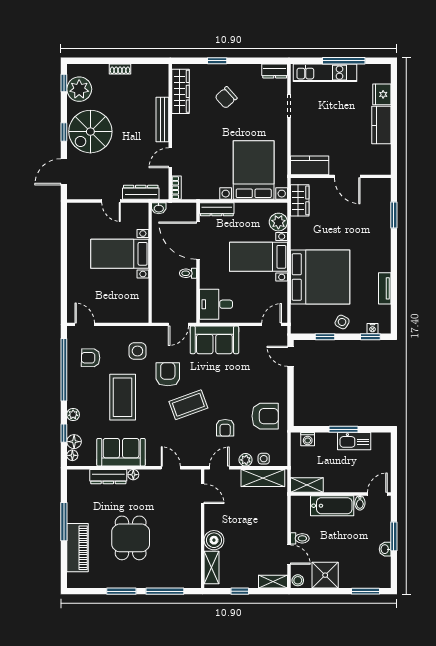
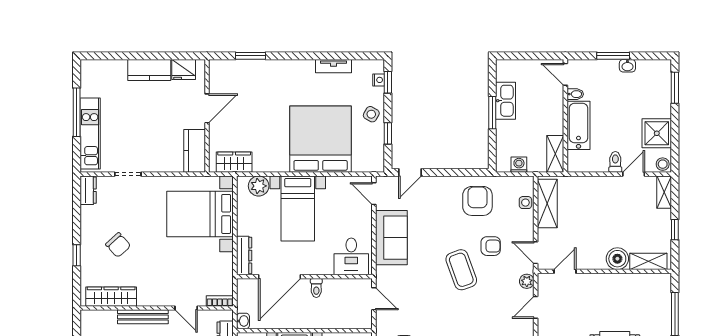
fridge: (382, 94) -> (184, 69), moved
sofa: (214, 340) -> (391, 238), moved
armchair: (168, 374) -> (430, 311), removed
coffee table: (188, 405) -> (461, 270), moved
washing machine: (308, 439) -> (519, 165), moved, turned -90
plant: (246, 460) -> (527, 281), moved

